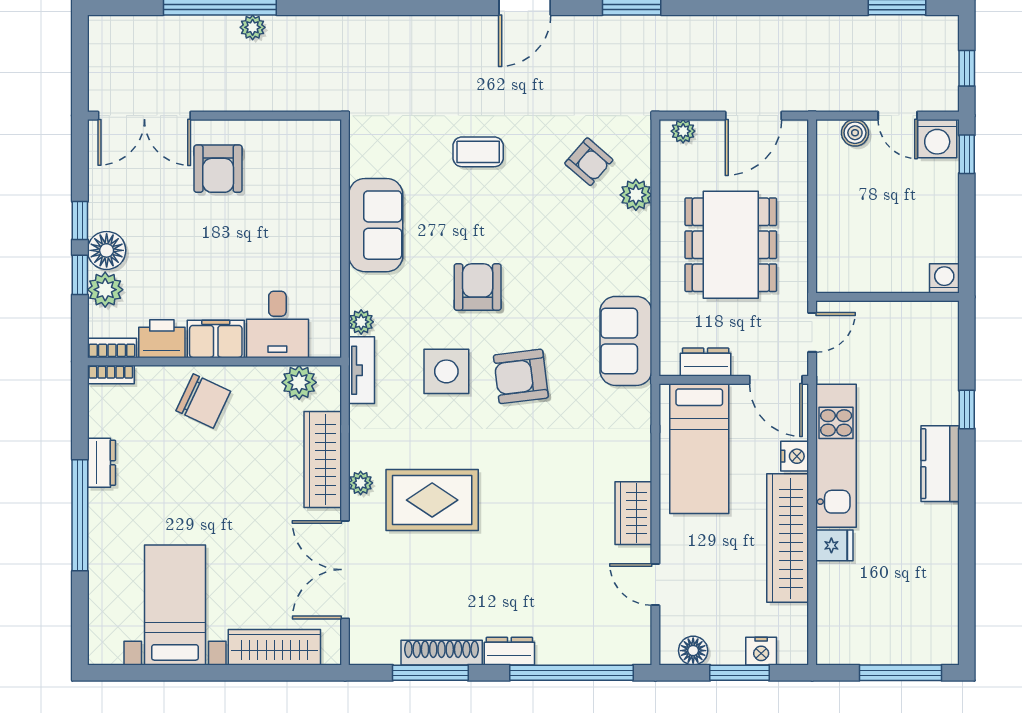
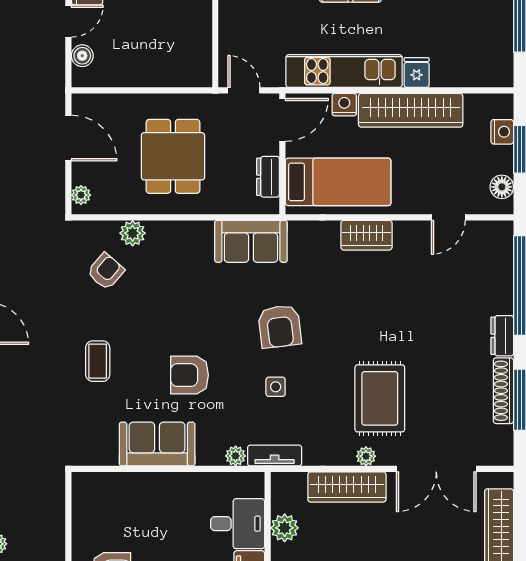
dining table: (731, 245) -> (173, 156), width x0.73
armchair: (478, 287) -> (189, 375), moved
side table: (446, 371) -> (276, 387), width x0.54, depth x0.54
plant: (299, 382) -> (285, 528), moved
wardrobe: (633, 513) -> (366, 235), moved

